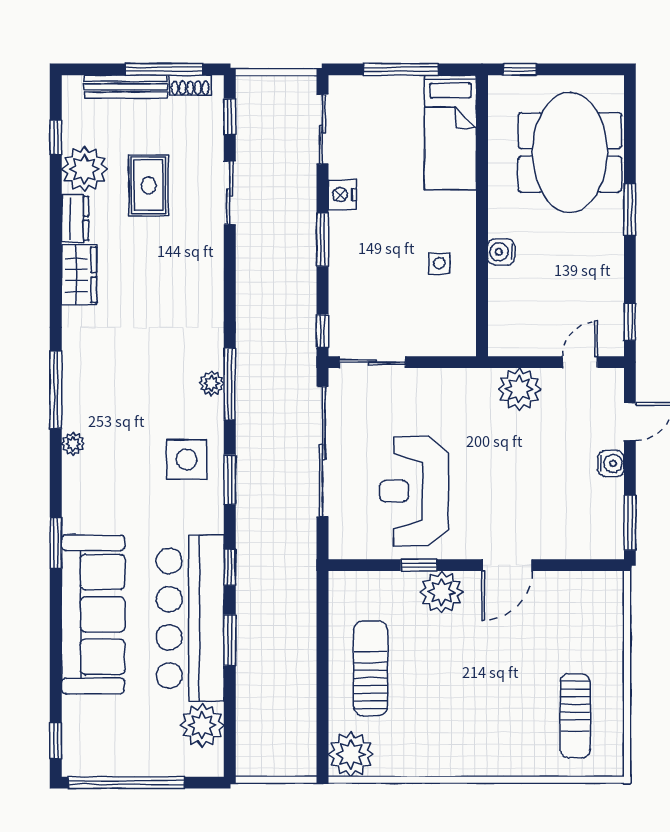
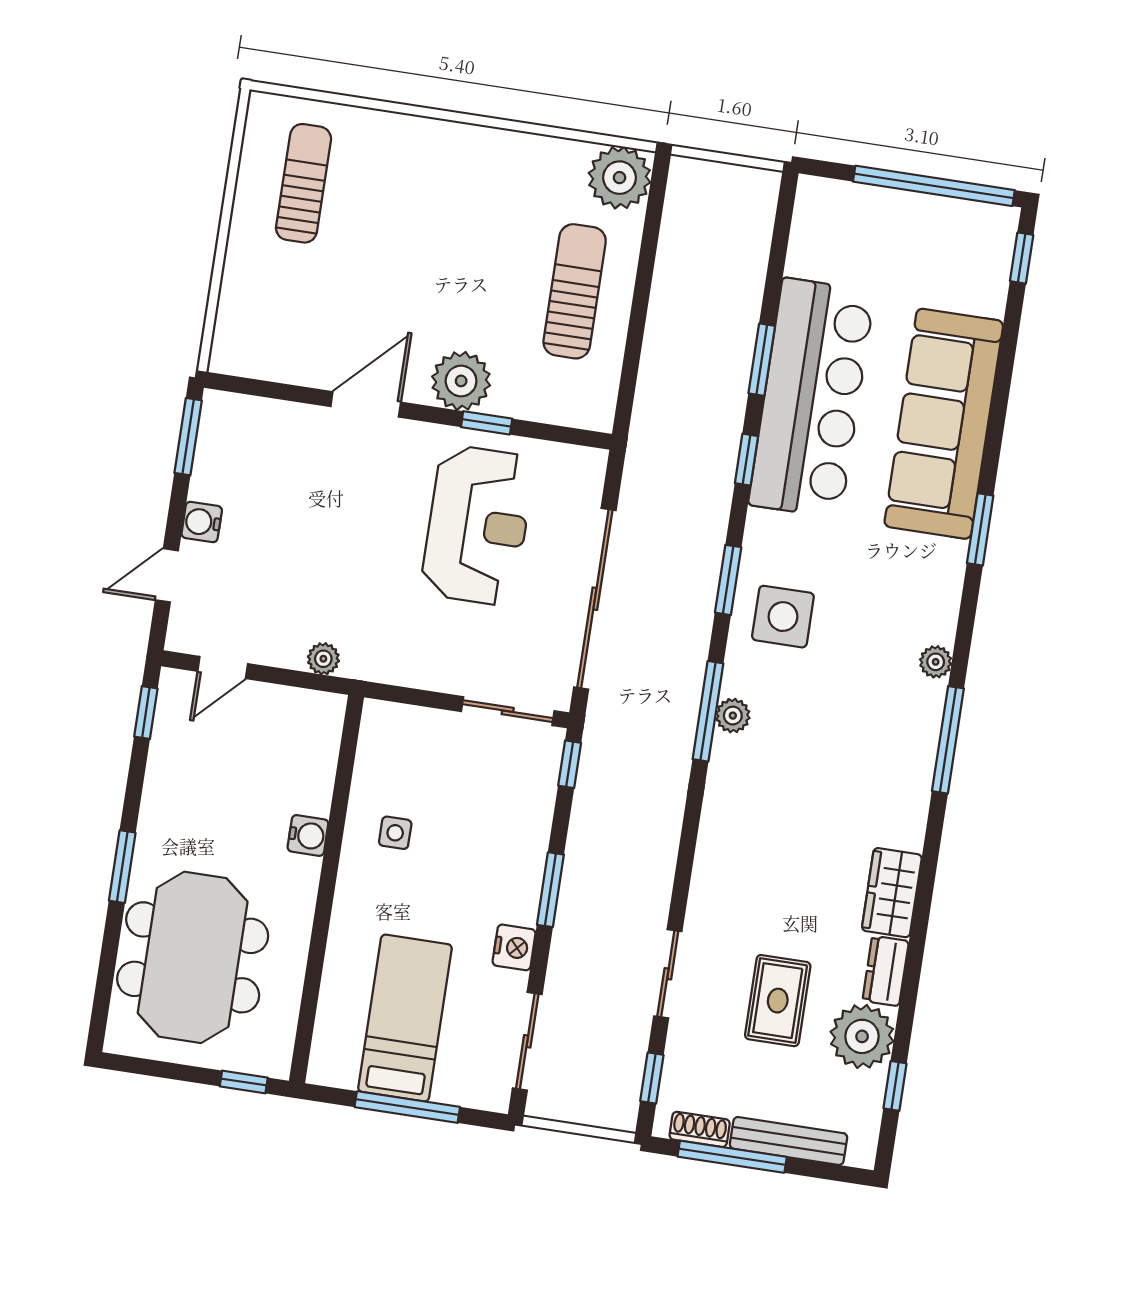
bed: (450, 132) -> (405, 1018), moved
plant: (519, 389) -> (323, 659), width x0.53, depth x0.53
sun lounger: (370, 668) -> (575, 291), turned 180
plant: (202, 725) -> (818, 248), removed

